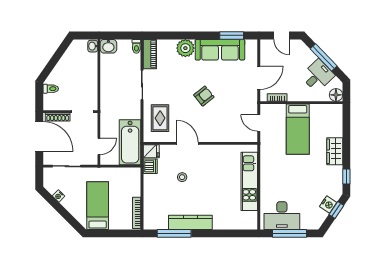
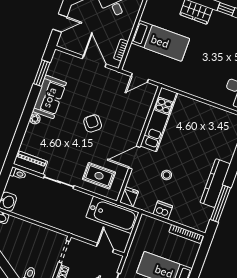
plant: (185, 48) -> (35, 119), width x0.53, depth x0.53
sofa: (220, 50) -> (49, 97), width x0.73
dishwasher: (150, 166) -> (163, 210), moved
kitchen unit: (249, 181) -> (159, 120), moved, turned -90

